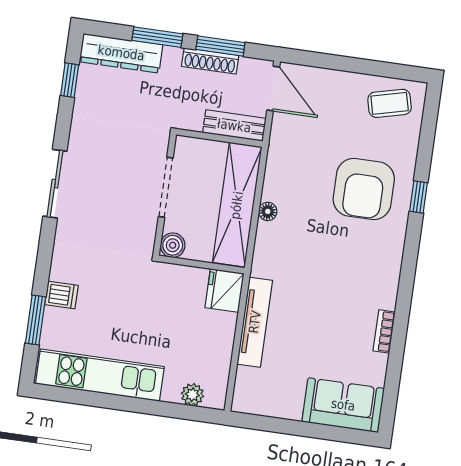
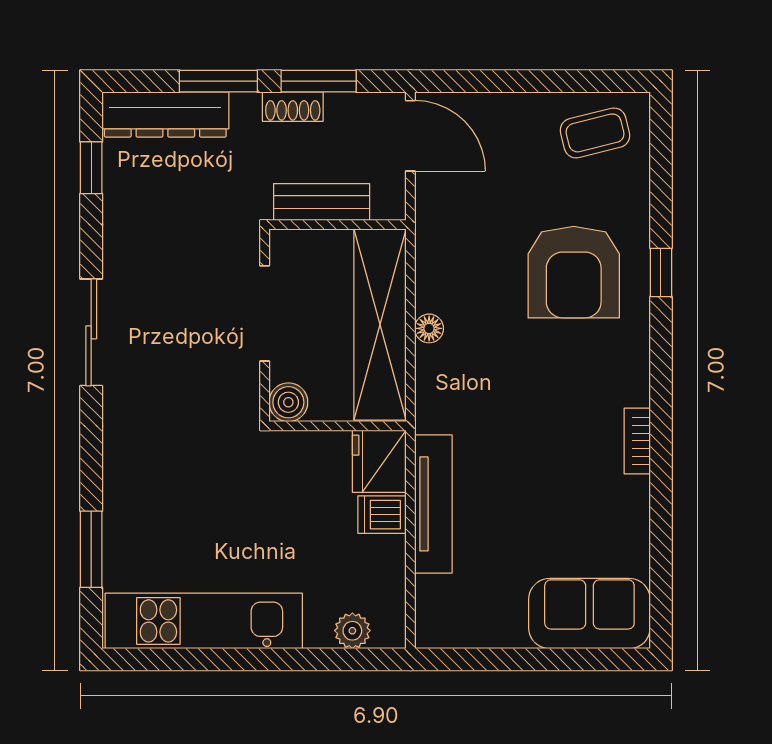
shoe rack: (210, 61) -> (293, 107), width x0.70
bench: (234, 126) -> (322, 202), moved
dishwasher: (61, 295) -> (382, 515), moved, turned 180
bookcase: (384, 331) -> (637, 441), moved

